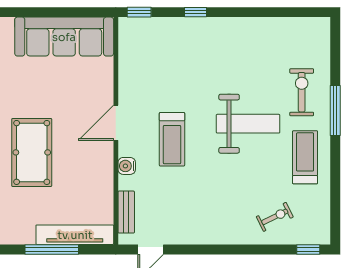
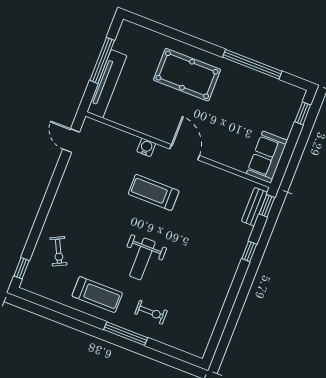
window: (25, 12) -> (303, 113), added
sofa: (64, 37) -> (267, 157), width x0.54, depth x0.79
exercise bike: (302, 92) -> (151, 312), width x0.73, depth x0.72
weight bench: (248, 124) -> (142, 259), width x0.73, depth x0.75
bench: (126, 212) -> (254, 207), moved, turned 90

